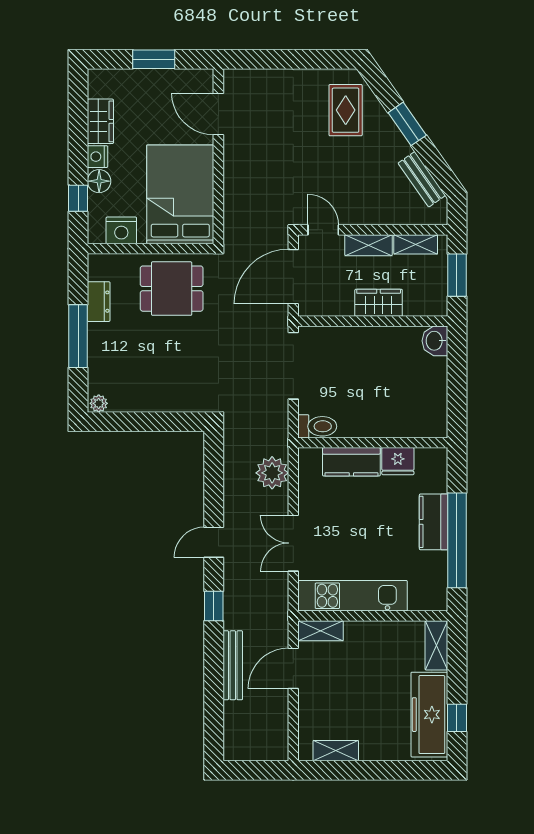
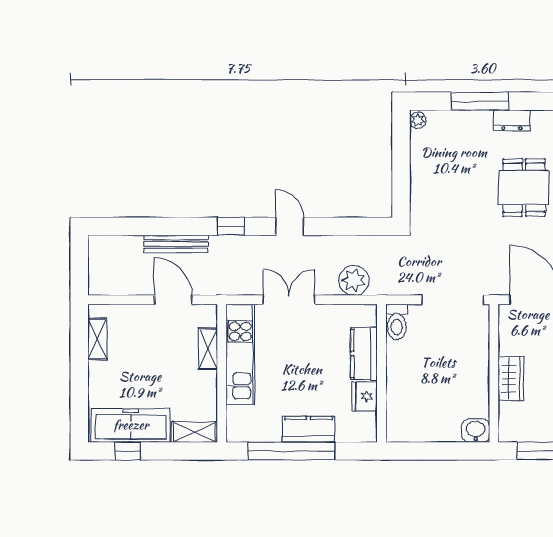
shelving: (321, 631) -> (208, 349), moved

